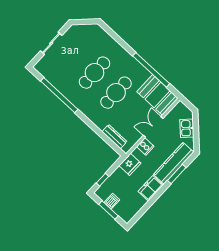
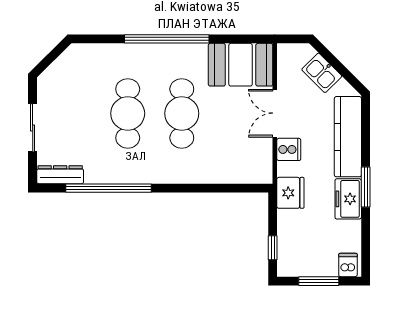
window: (151, 70) -> (167, 39), moved
dresser: (115, 137) -> (60, 175), moved
window: (177, 174) -> (366, 187), moved
dishwasher: (112, 201) -> (348, 265), moved

